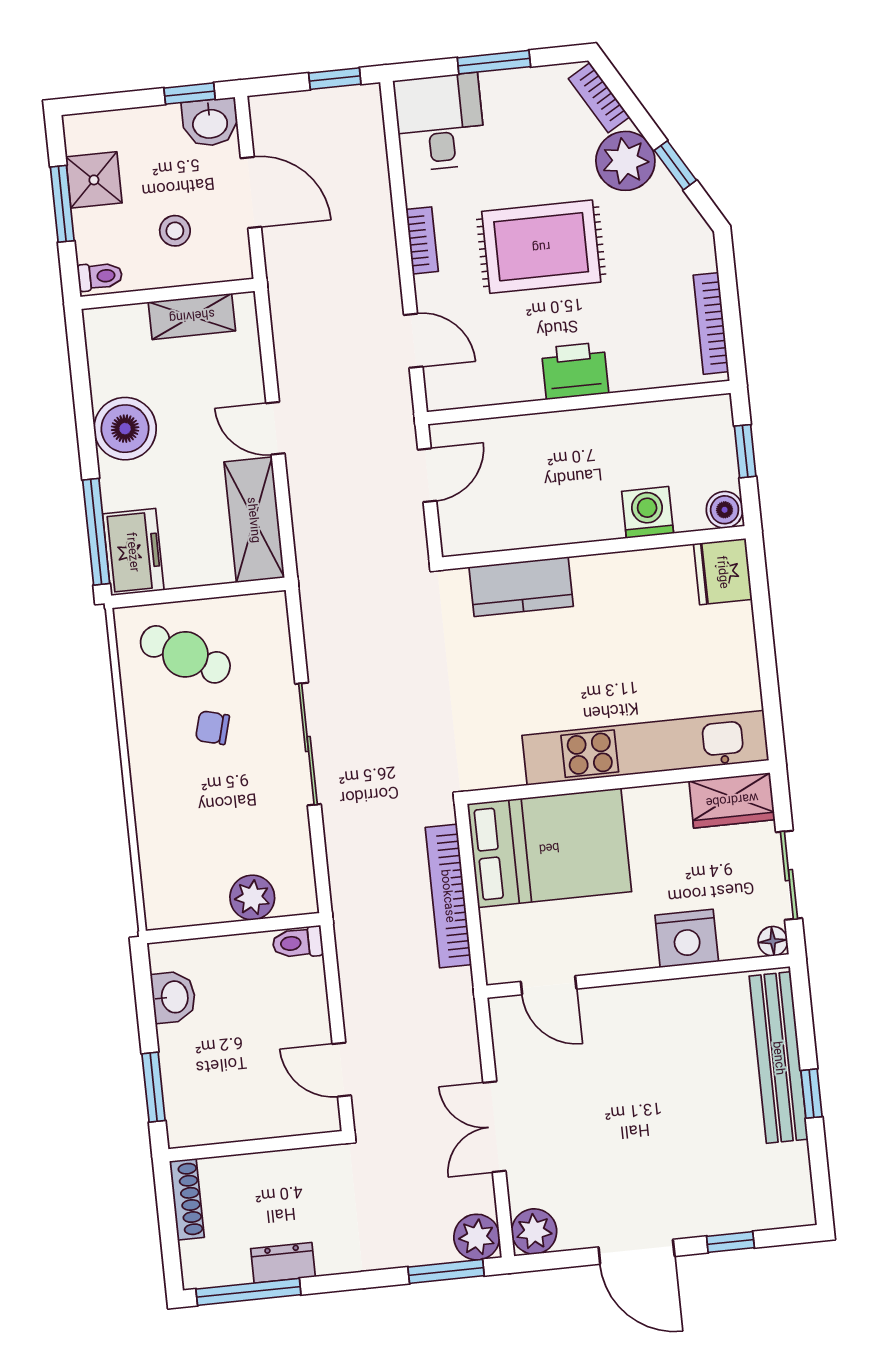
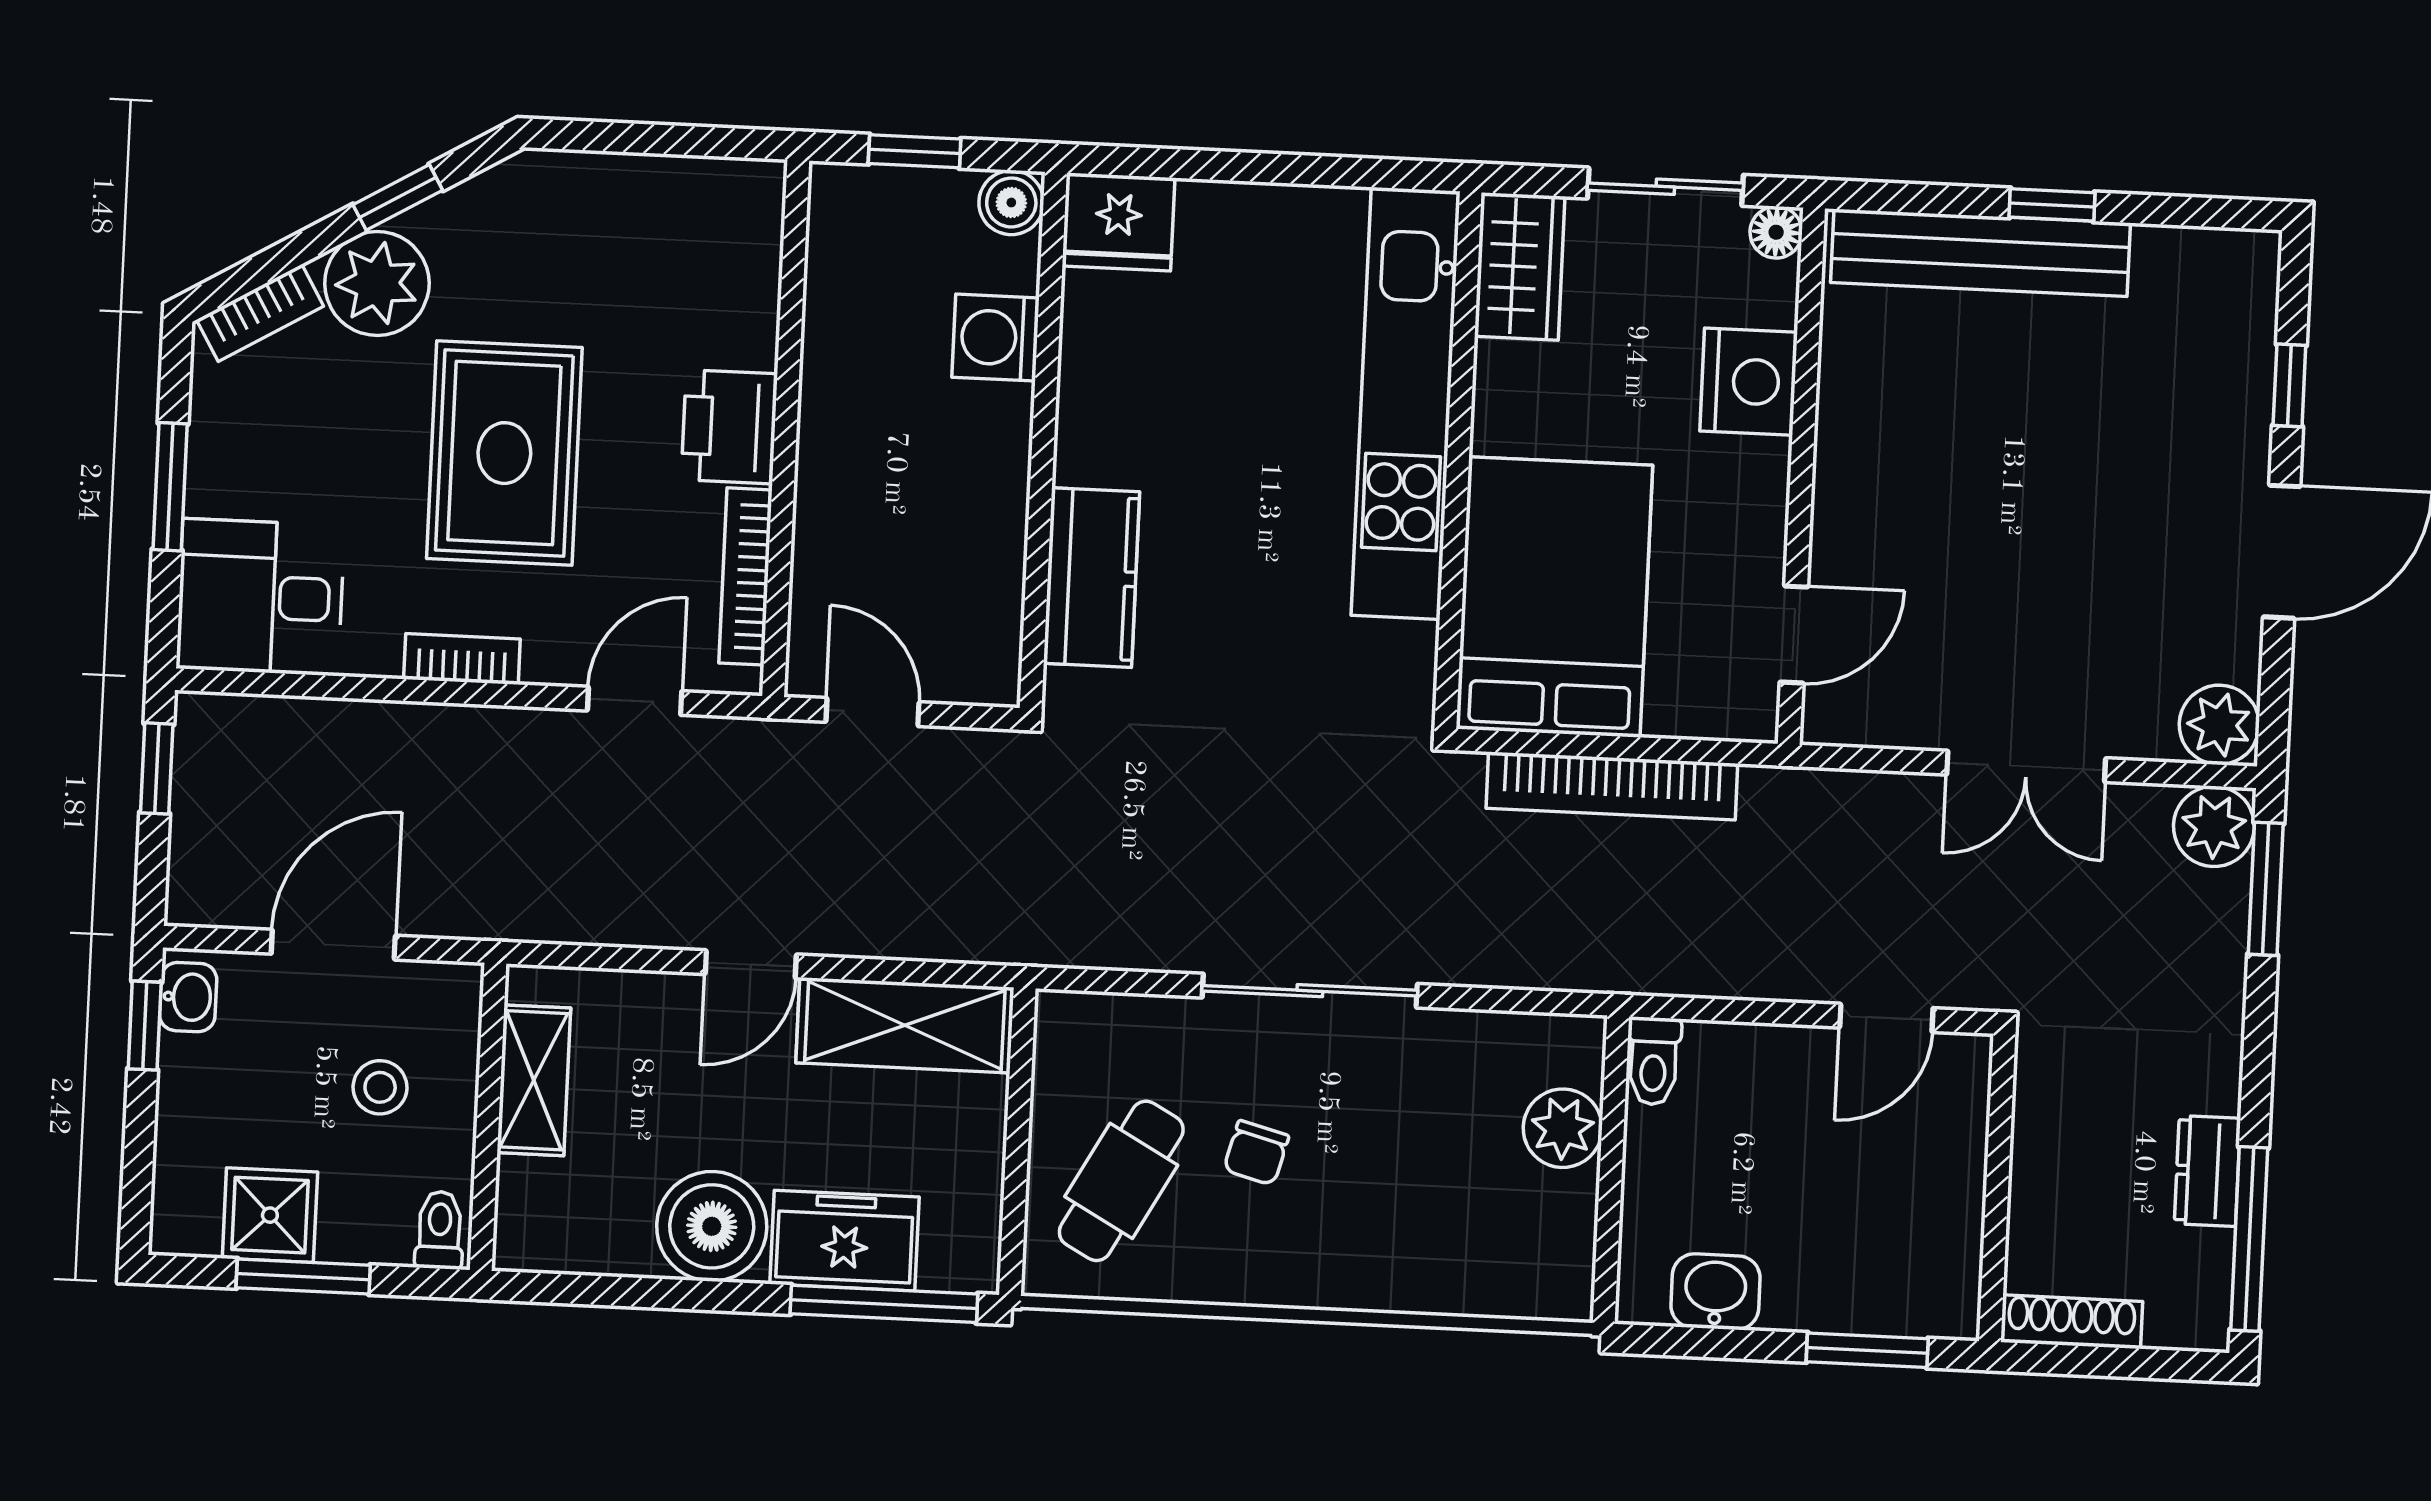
washbasin: (210, 123) -> (188, 997), width x0.72, depth x0.69
bookcase: (711, 323) -> (745, 576), moved, turned 90
freezer: (133, 552) -> (844, 1241), moved

